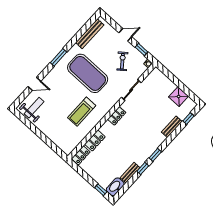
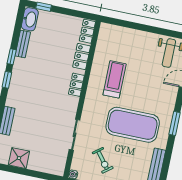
locker: (117, 116) -> (76, 85), moved

